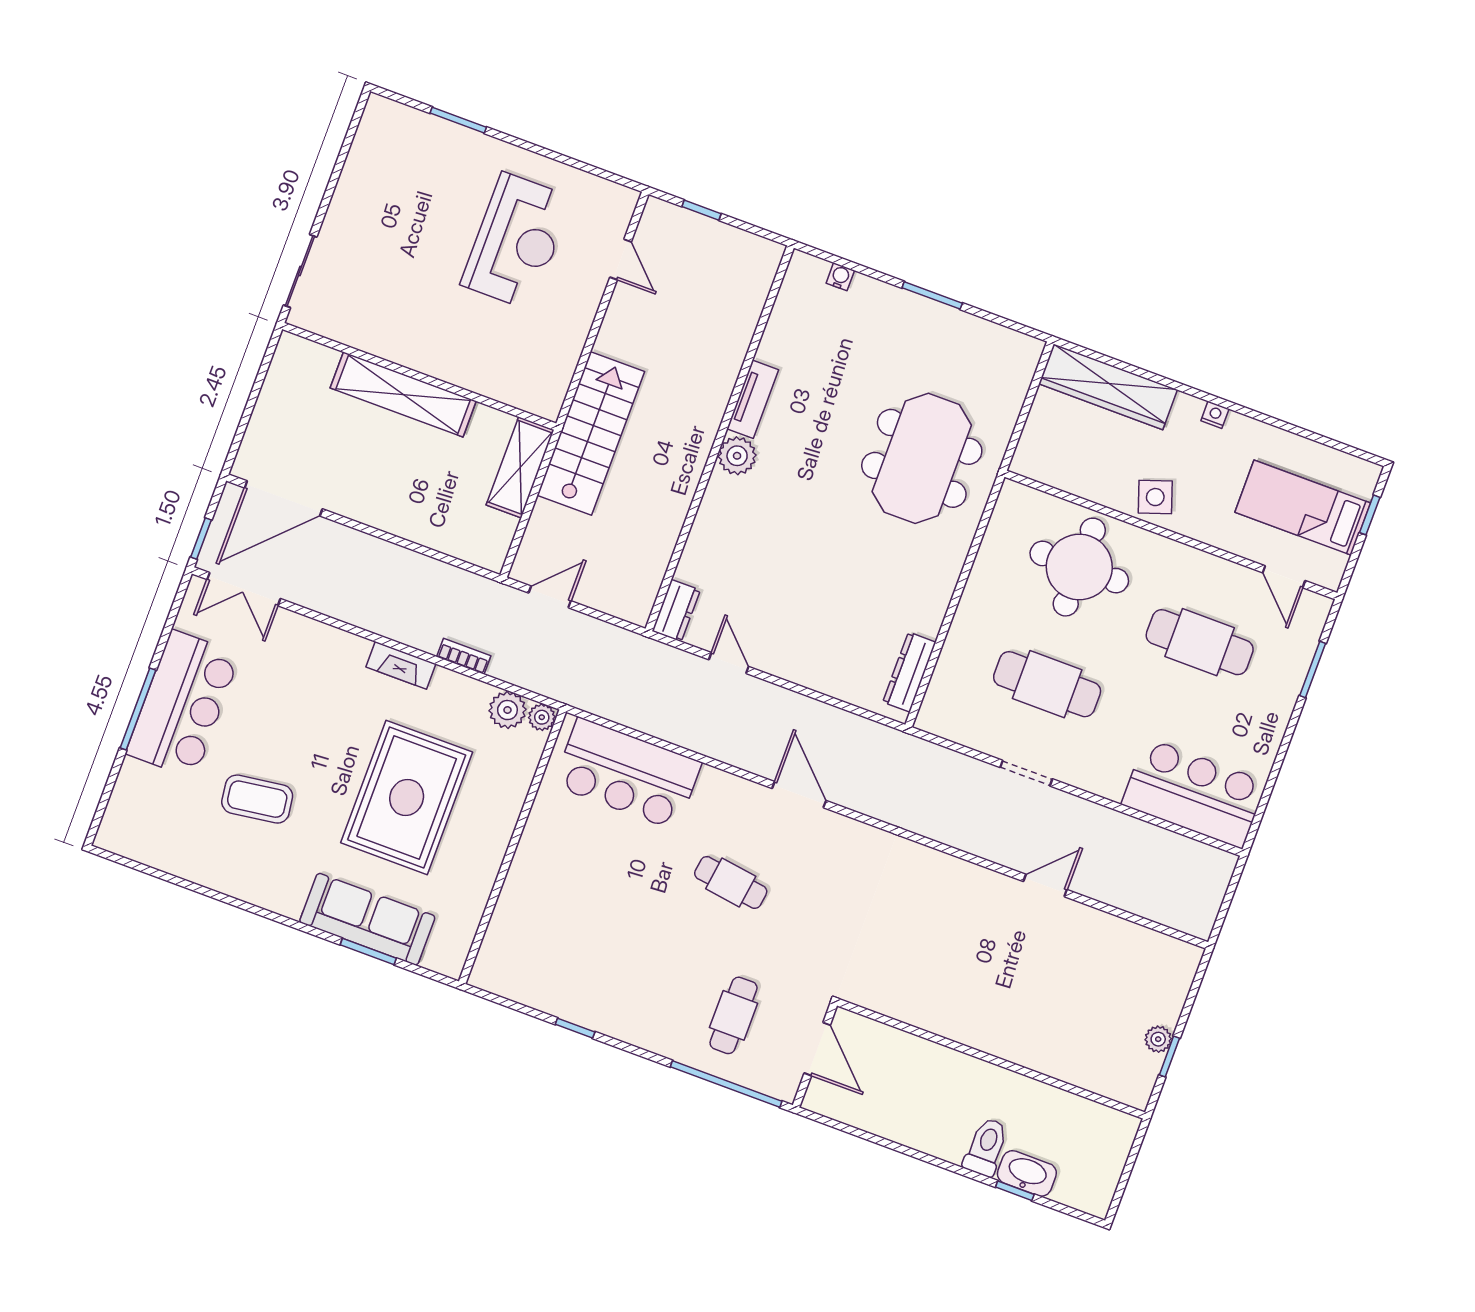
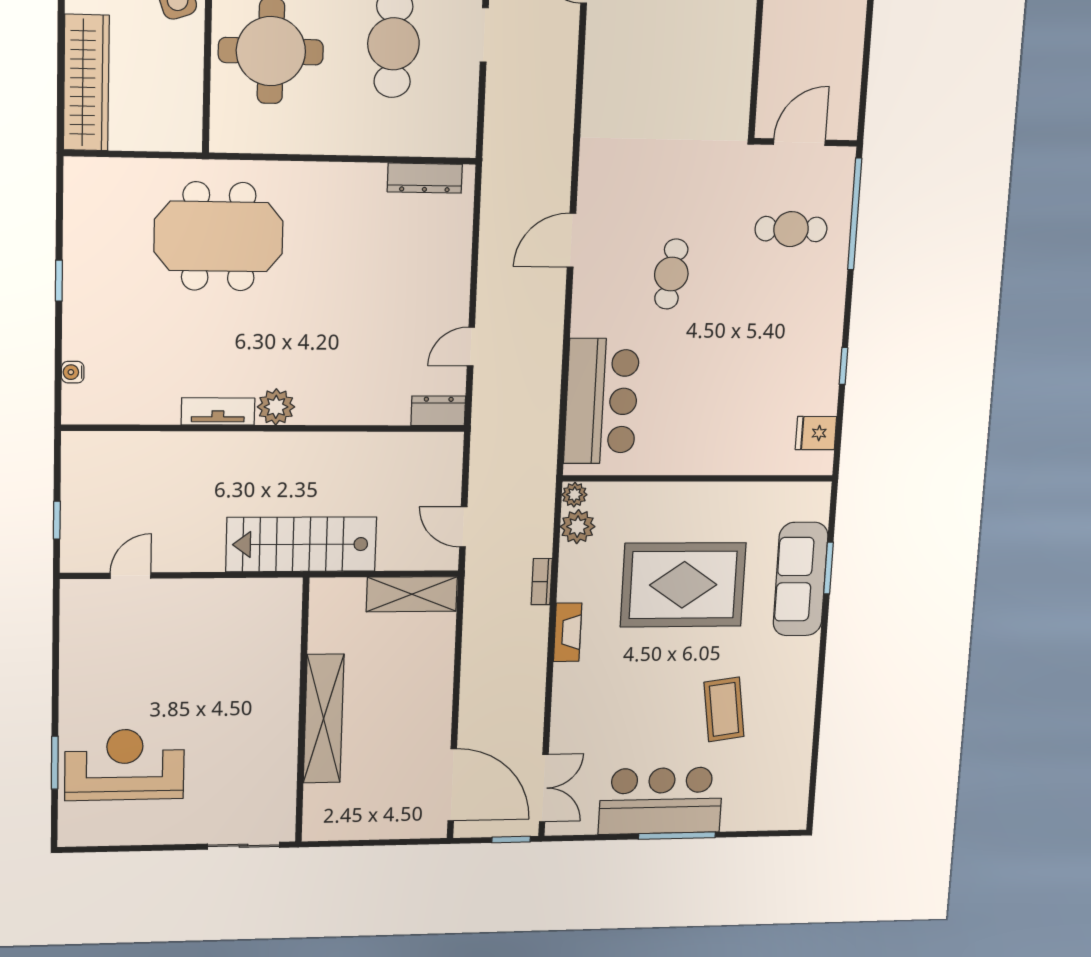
reception desk: (517, 241) -> (125, 765), moved
window: (932, 295) -> (59, 281), width x0.67
shelving: (520, 467) -> (412, 594), moved
fridge: (516, 980) -> (816, 433), added

